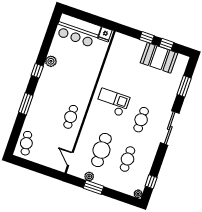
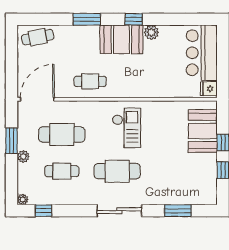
booth: (159, 58) -> (203, 131), moved
booth: (49, 84) -> (121, 39), added
cafe table: (141, 120) -> (117, 171), width x1.37, depth x1.35
door: (70, 159) -> (37, 99), width x1.88
plant: (89, 176) -> (23, 157), moved

